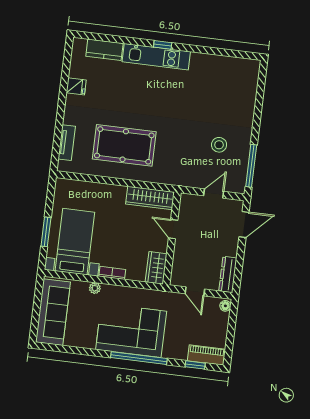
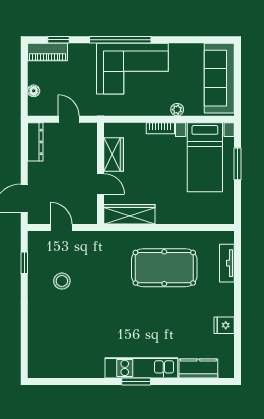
window: (163, 45) -> (136, 382), width x1.50
window: (251, 166) -> (24, 263), width x0.46
door: (214, 194) -> (61, 228), swing flipped
wardrobe: (156, 268) -> (114, 155), moved
floor lamp: (225, 306) -> (34, 91), moved

